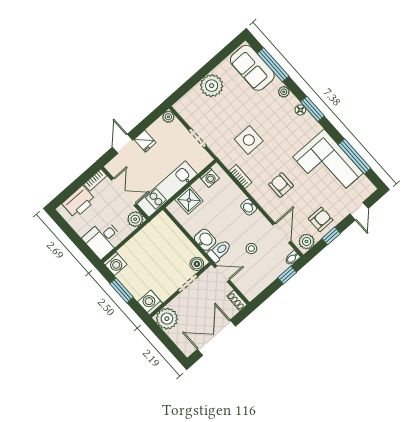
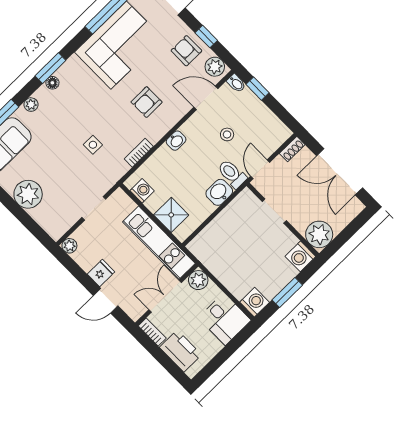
side table: (249, 140) -> (93, 145), width x0.54, depth x0.54
boiler: (197, 264) -> (250, 201), removed

